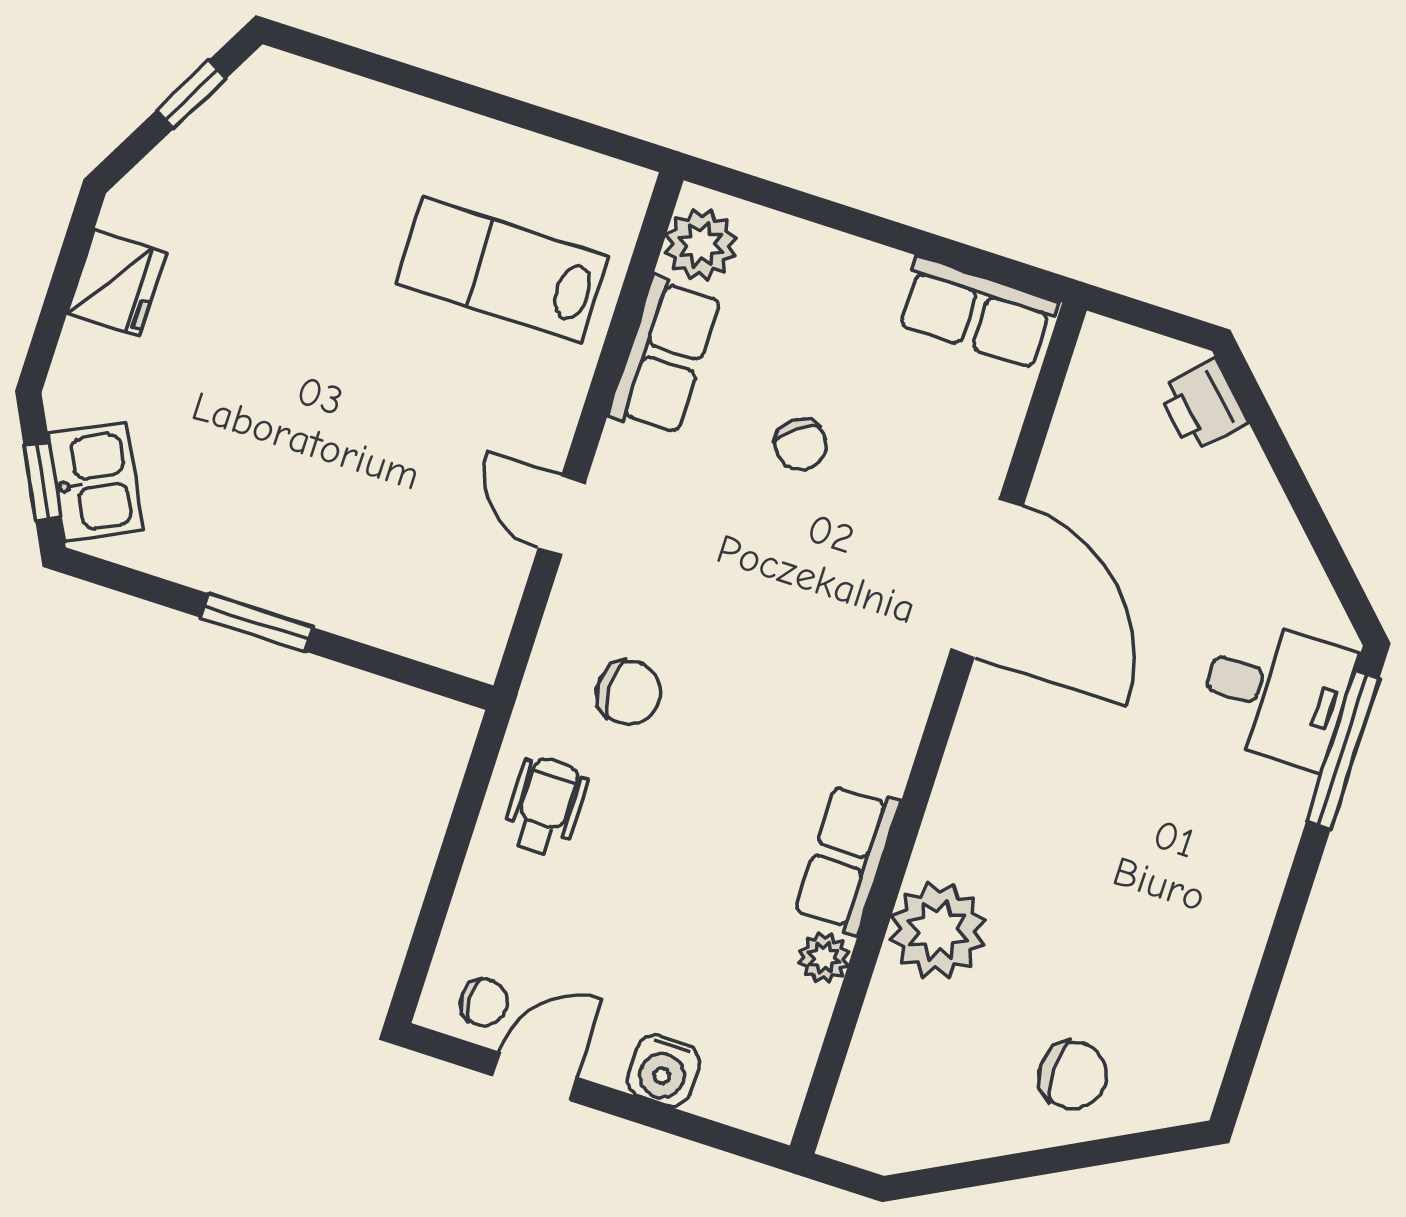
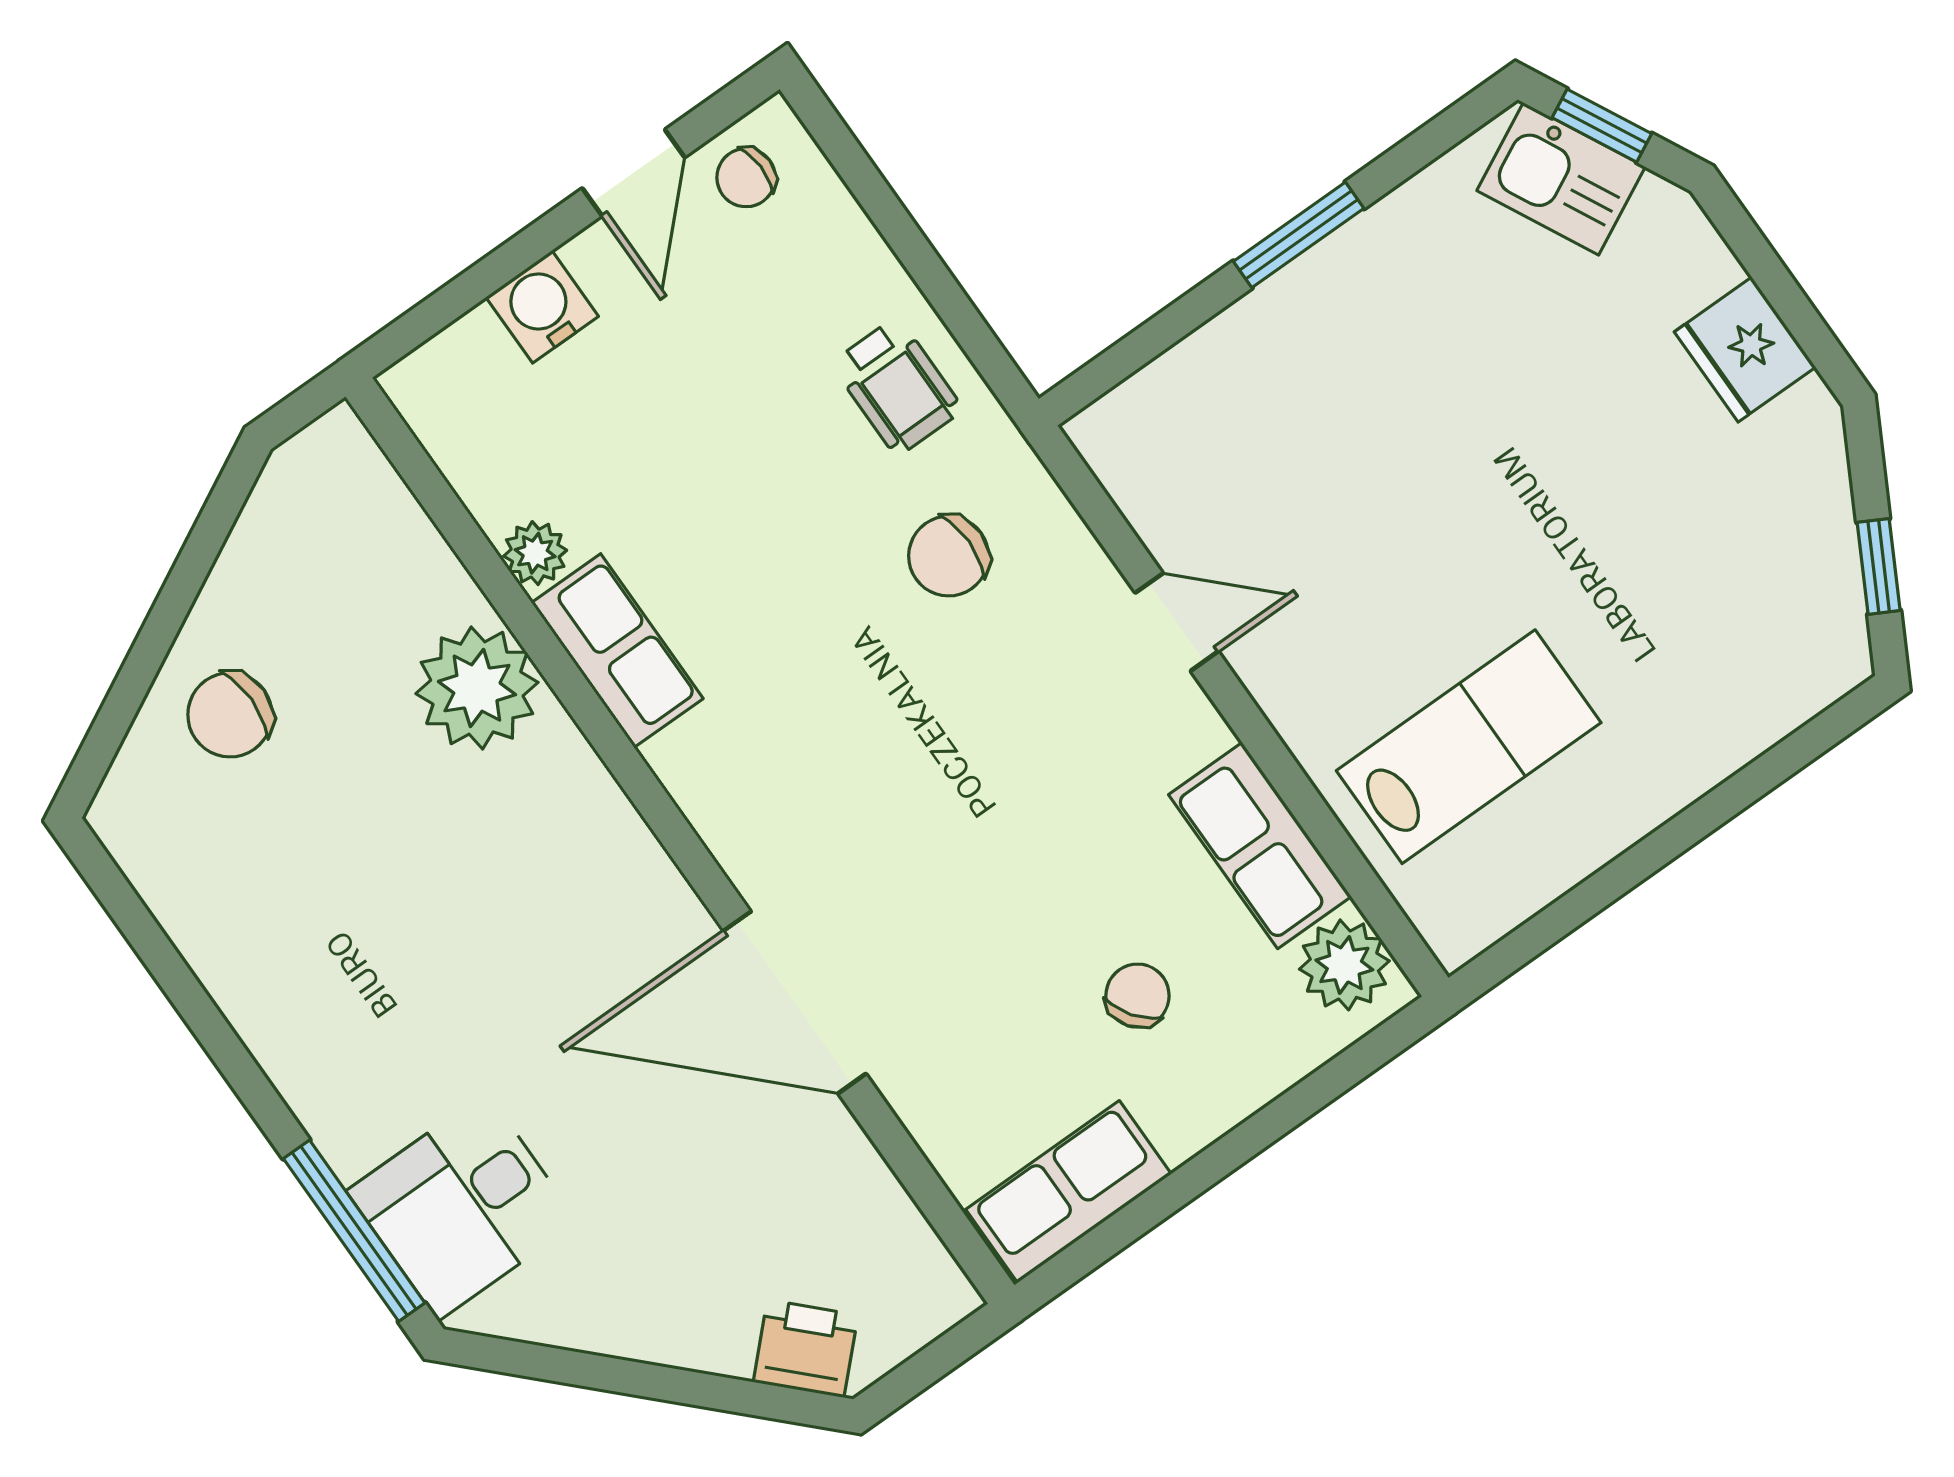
chair: (801, 445) -> (1137, 996), moved, turned 90

